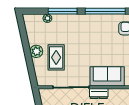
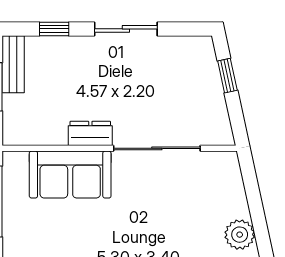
rug: (56, 57) -> (192, 220), removed

